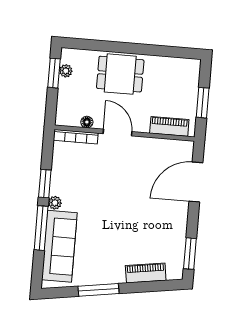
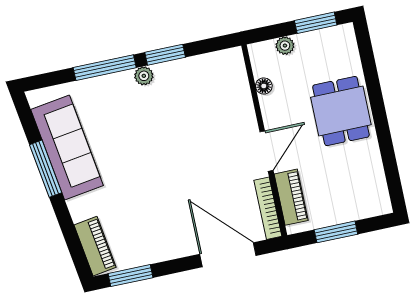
plant: (66, 71) -> (285, 46), moved
door: (118, 133) -> (266, 151), moved
bookcase: (76, 137) -> (268, 208), moved
sofa: (59, 246) -> (67, 147), moved, turned -99
piano: (146, 273) -> (95, 246), moved

